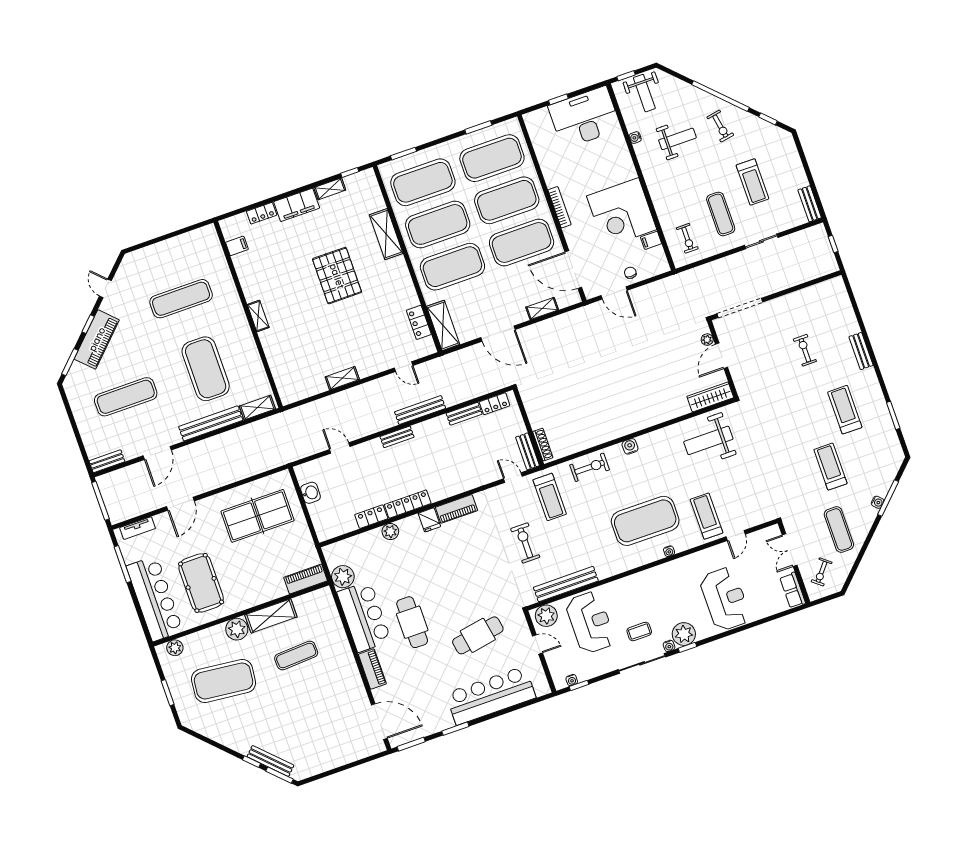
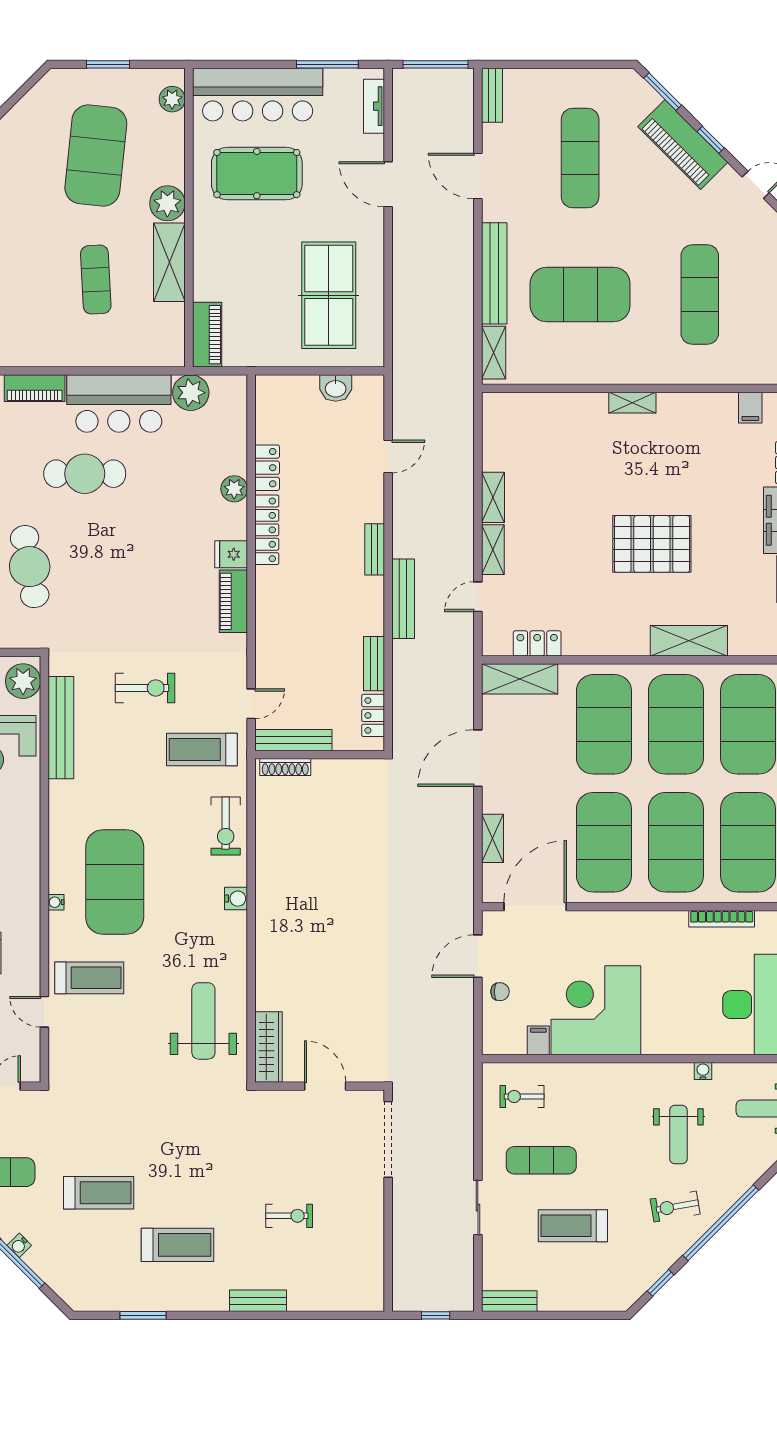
bookcase: (560, 207) -> (722, 919), moved
plant: (707, 340) -> (357, 1073), removed
shelving: (373, 368) -> (493, 550), added
bench: (528, 451) -> (293, 740), width x1.36

